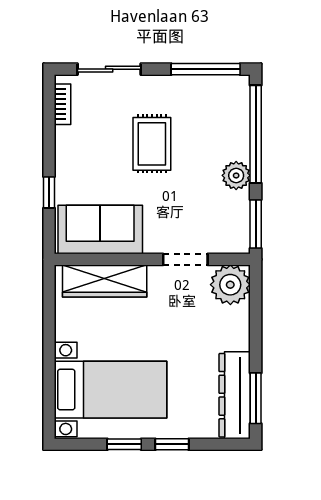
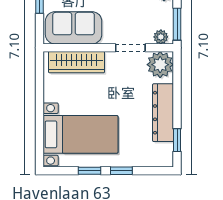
plant: (231, 243) -> (161, 37), added
dresser: (235, 395) -> (163, 113), moved
window: (256, 398) -> (177, 140), width x0.67

